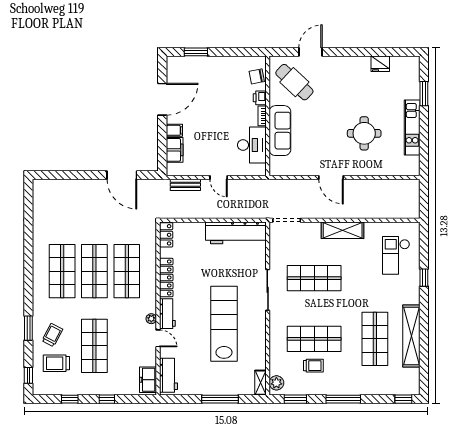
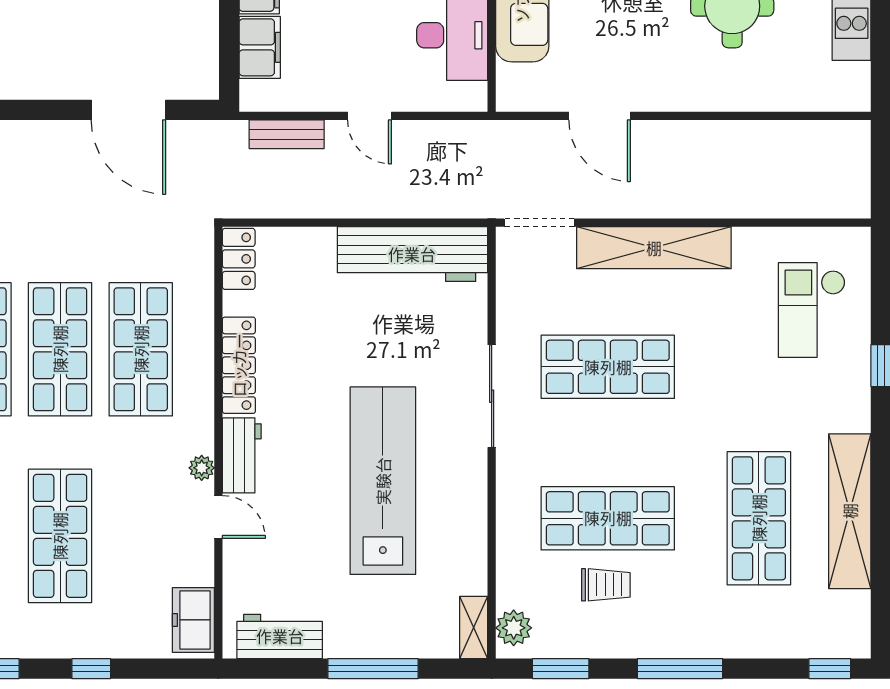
door: (331, 177) -> (600, 116), moved
shelving: (343, 230) -> (654, 248), width x1.47
workbench: (168, 375) -> (280, 636), moved, turned -90

